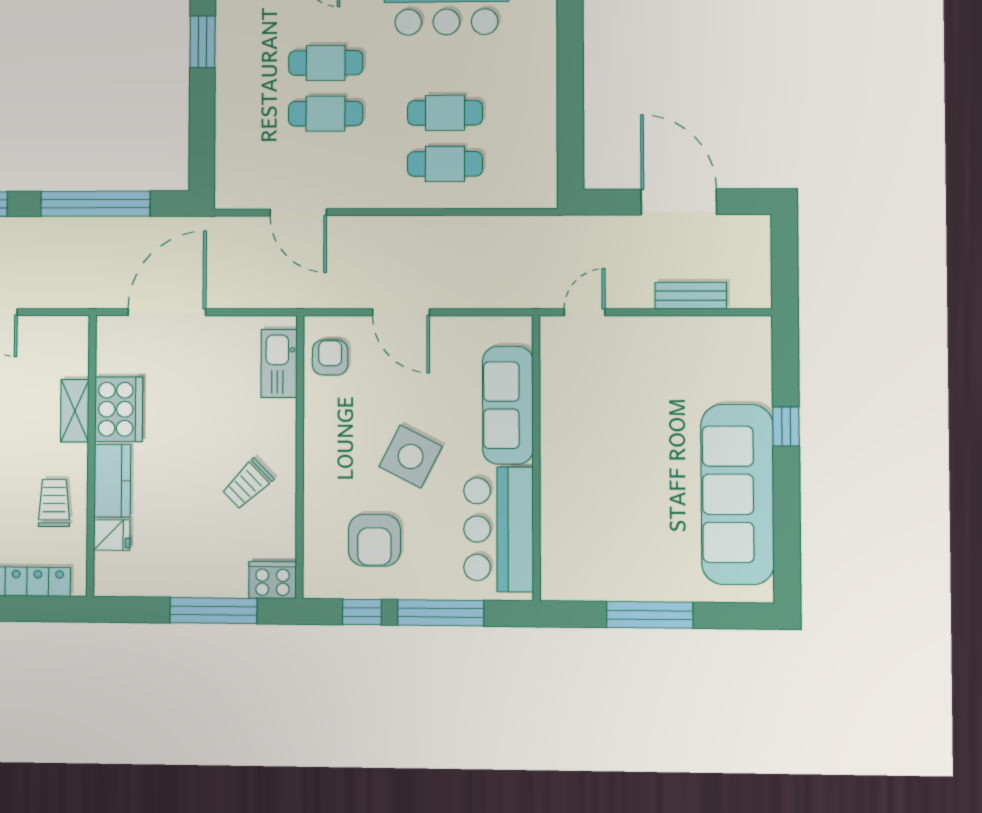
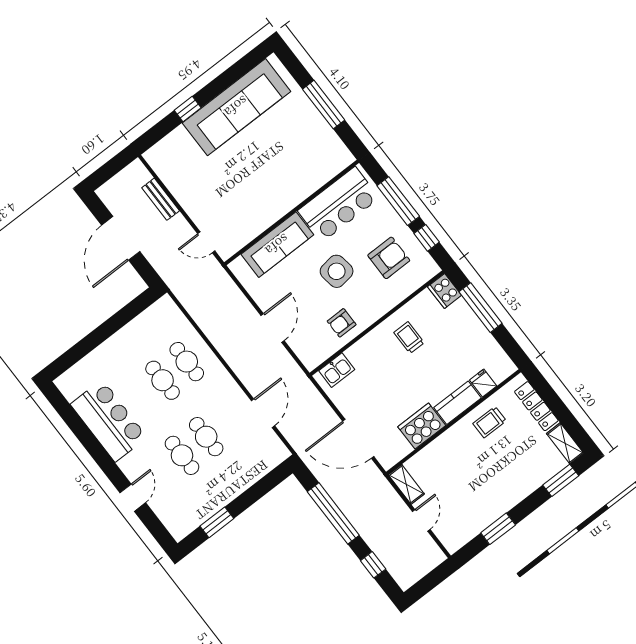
armchair: (330, 357) -> (342, 323), moved
kitchen sink: (279, 363) -> (337, 370), width x0.73
shelving: (75, 411) -> (406, 484), moved, turned 90
side table: (411, 456) -> (337, 271), turned -35
trolley: (248, 484) -> (409, 338), turned -136

